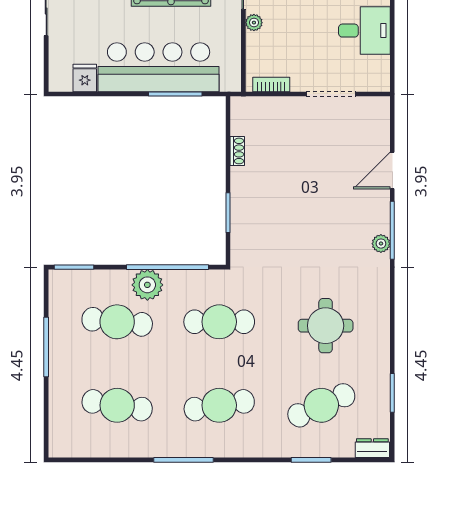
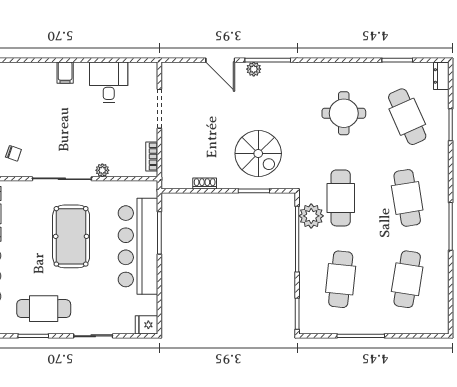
fridge: (85, 78) -> (147, 325), moved
spiral stairs: (275, 218) -> (258, 153), added
plant: (381, 244) -> (254, 69), moved
plant: (147, 285) -> (311, 216), moved

